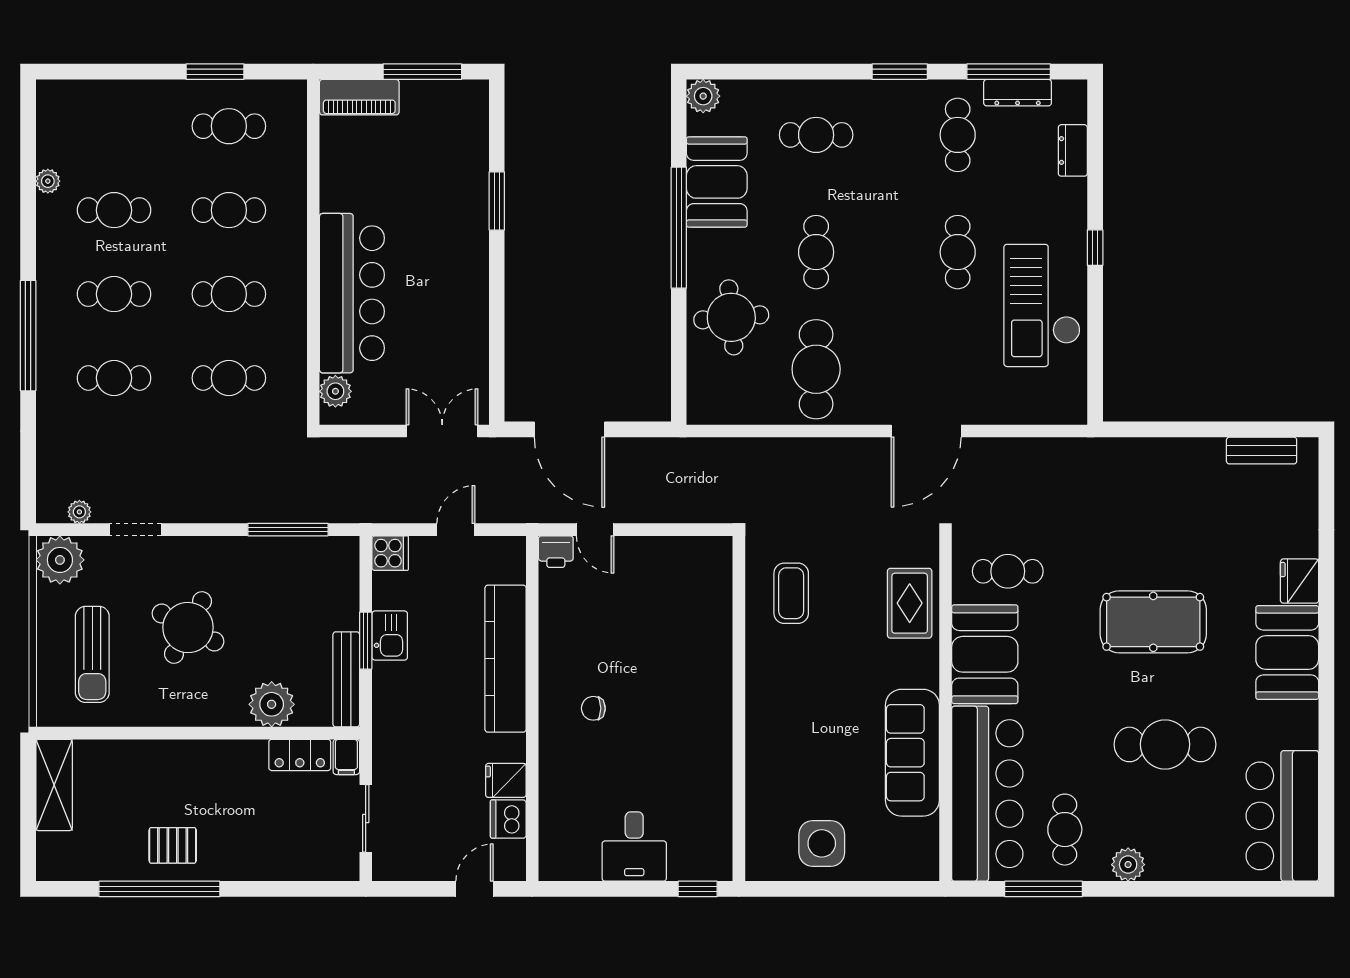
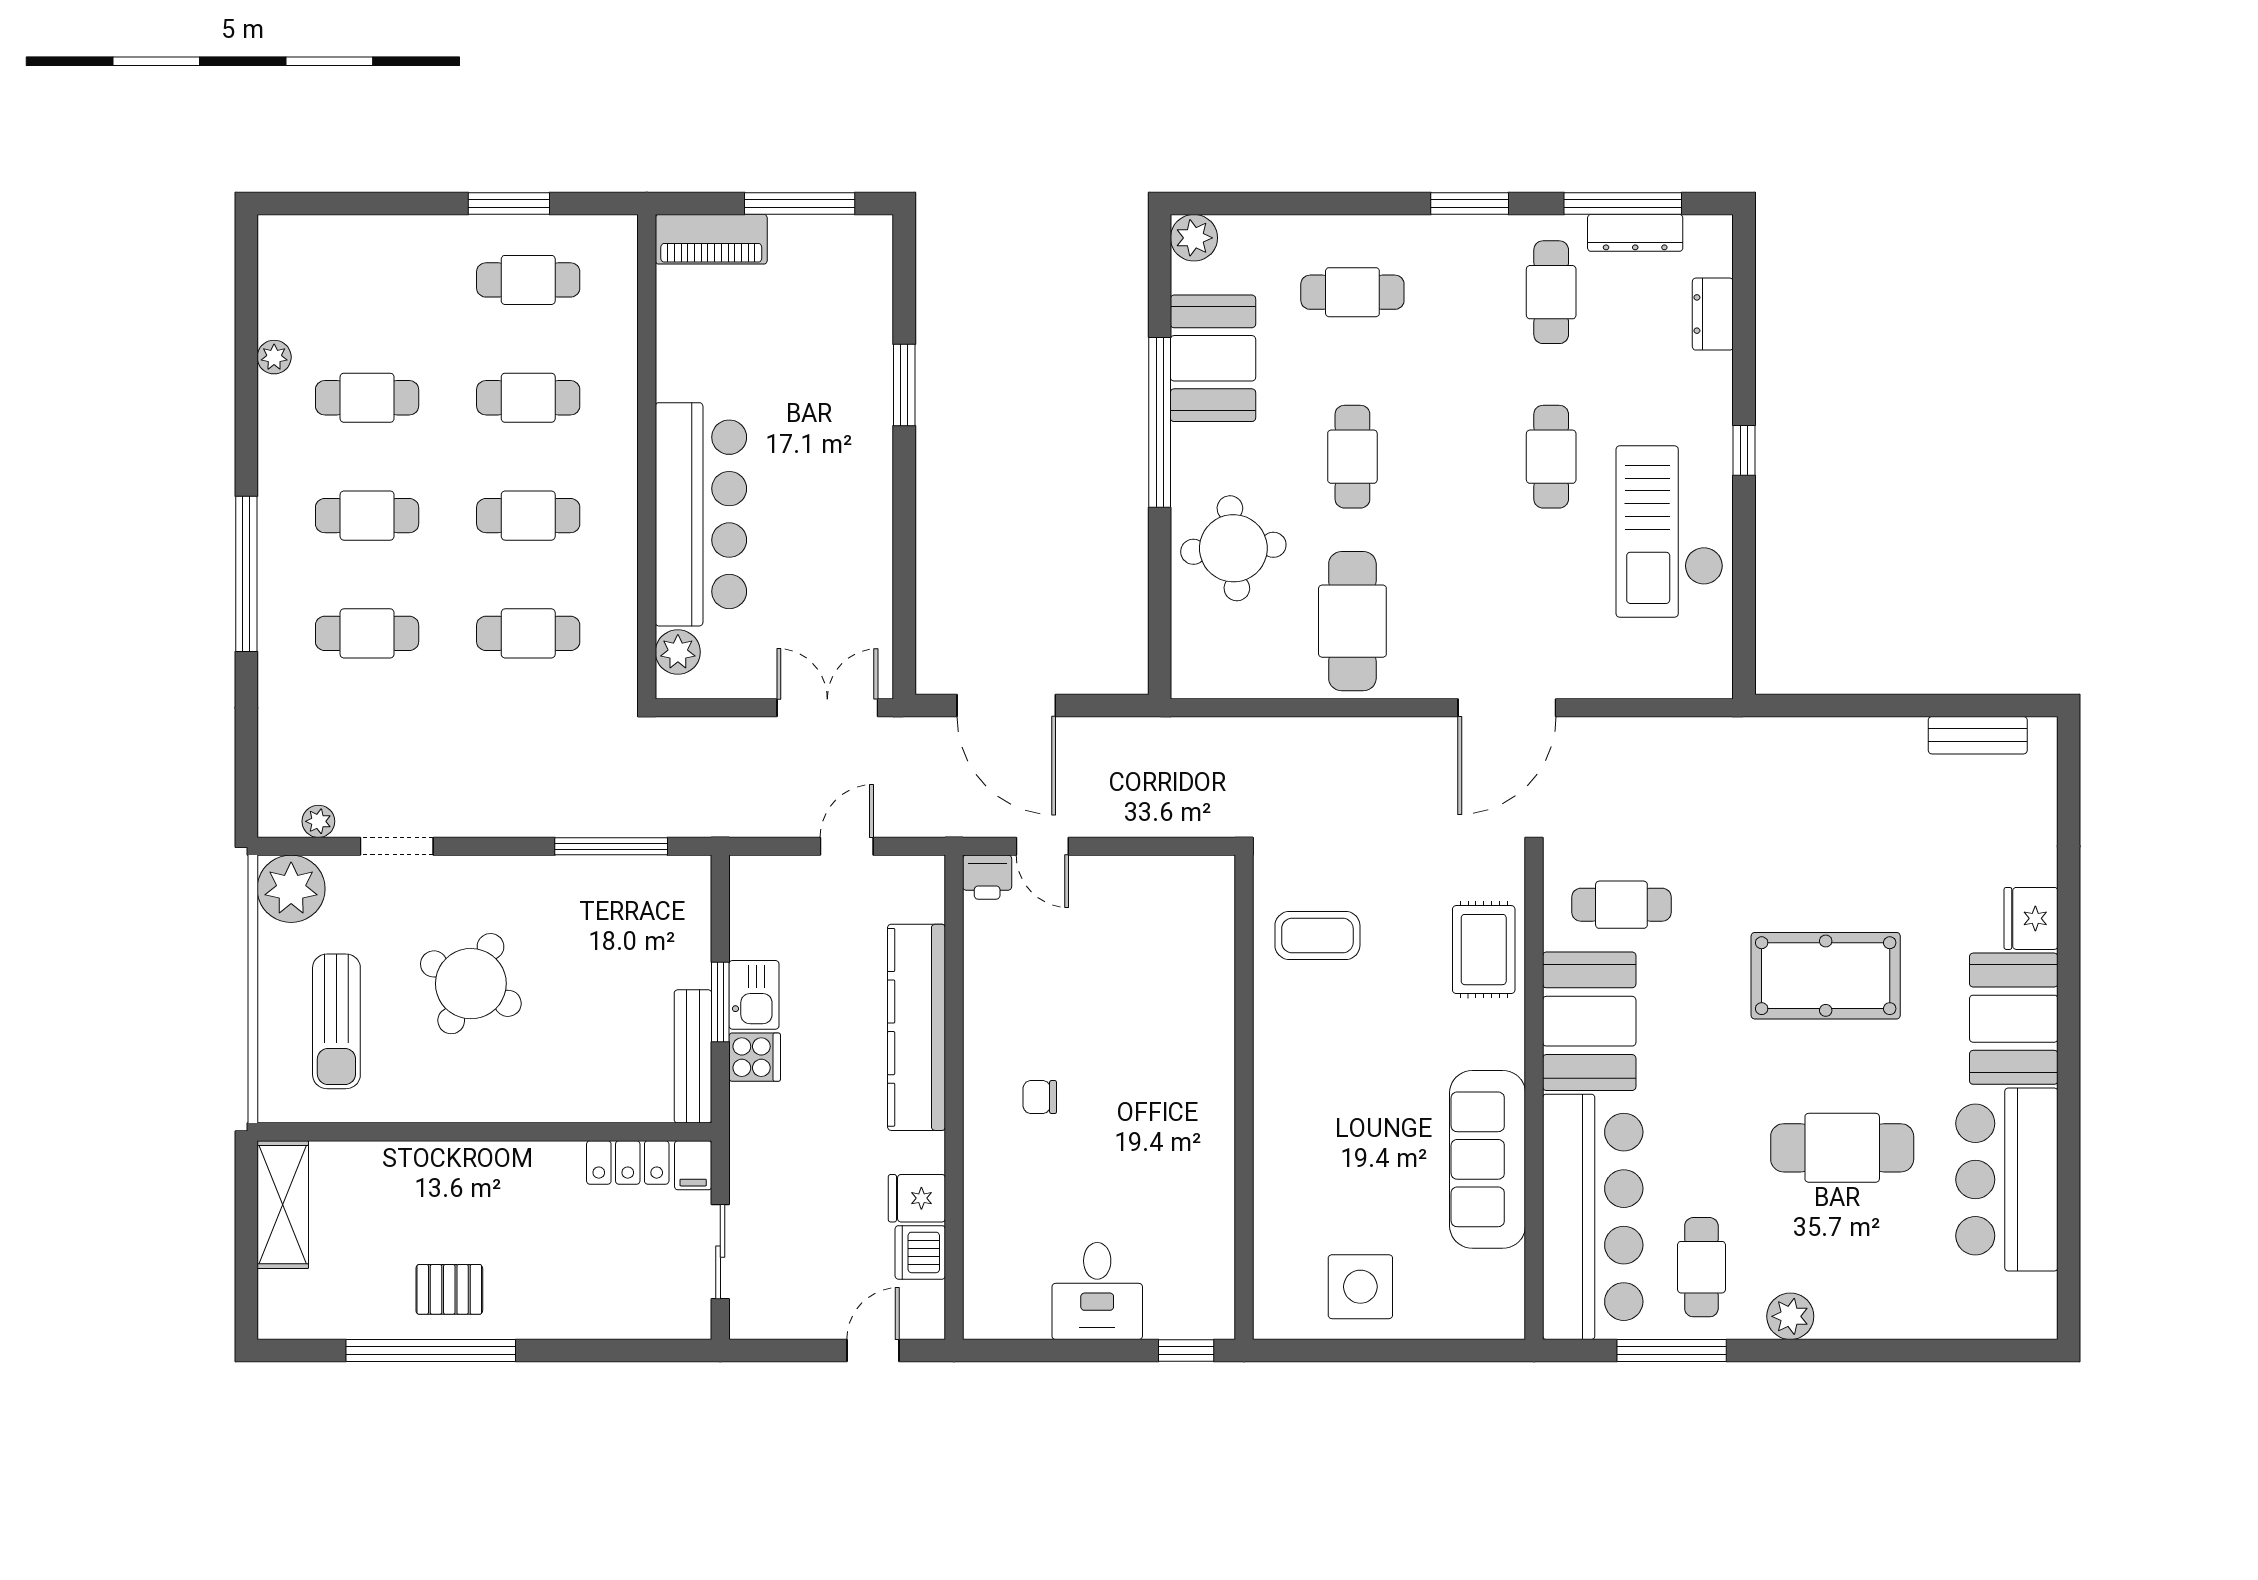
cooker: (390, 553) -> (755, 1057), moved
coffee table: (791, 593) -> (1317, 936), turned 90
plant: (272, 704) -> (588, 1091), removed
bar counter: (1282, 816) -> (2007, 1180), moved

